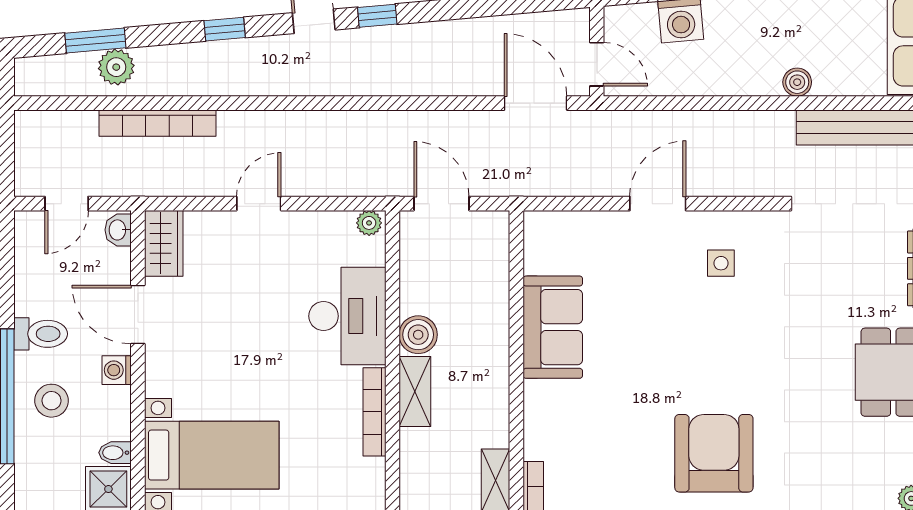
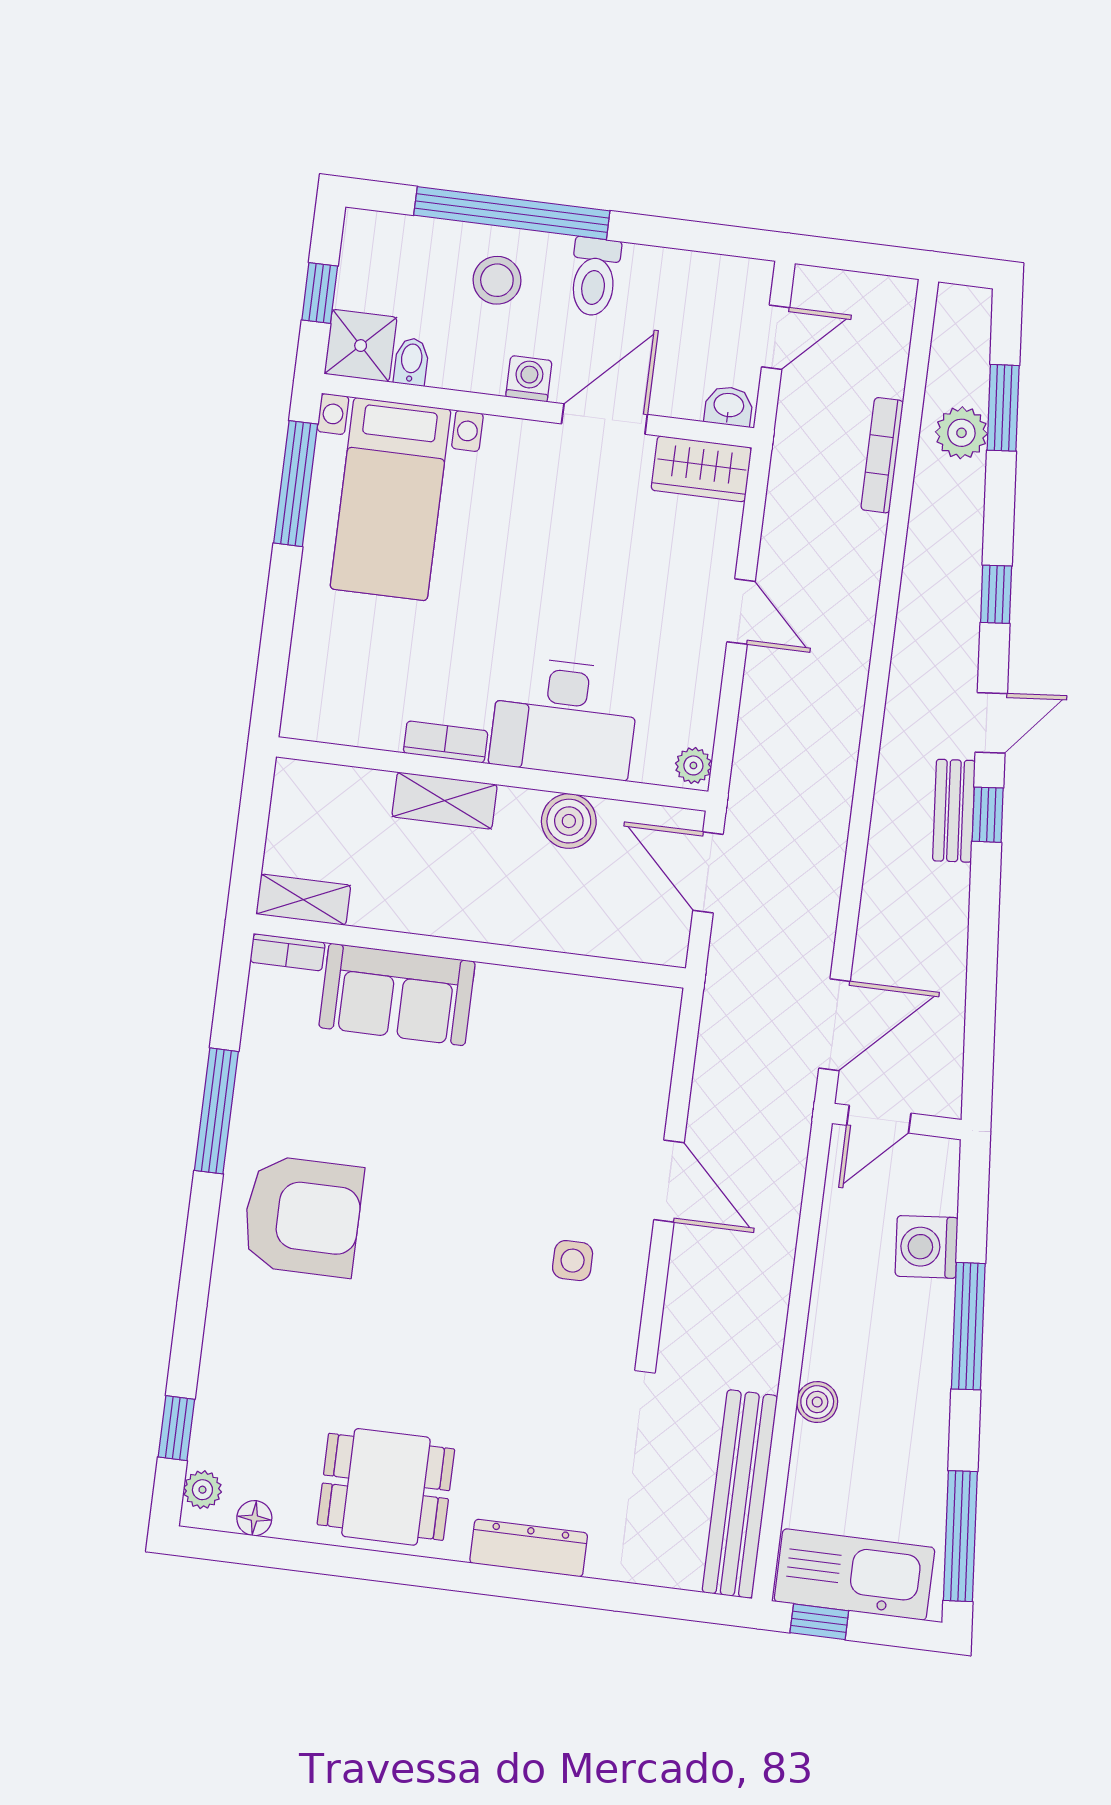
bench: (378, 39) -> (954, 811), added
bookcase: (158, 123) -> (882, 455), width x0.68, depth x0.76
door: (67, 204) -> (776, 337), swing flipped
door: (442, 204) -> (708, 872), swing flipped
sofa: (553, 327) -> (397, 994), moved
boiler: (418, 335) -> (569, 821), moved
bookcase: (374, 412) -> (446, 742), width x0.64

